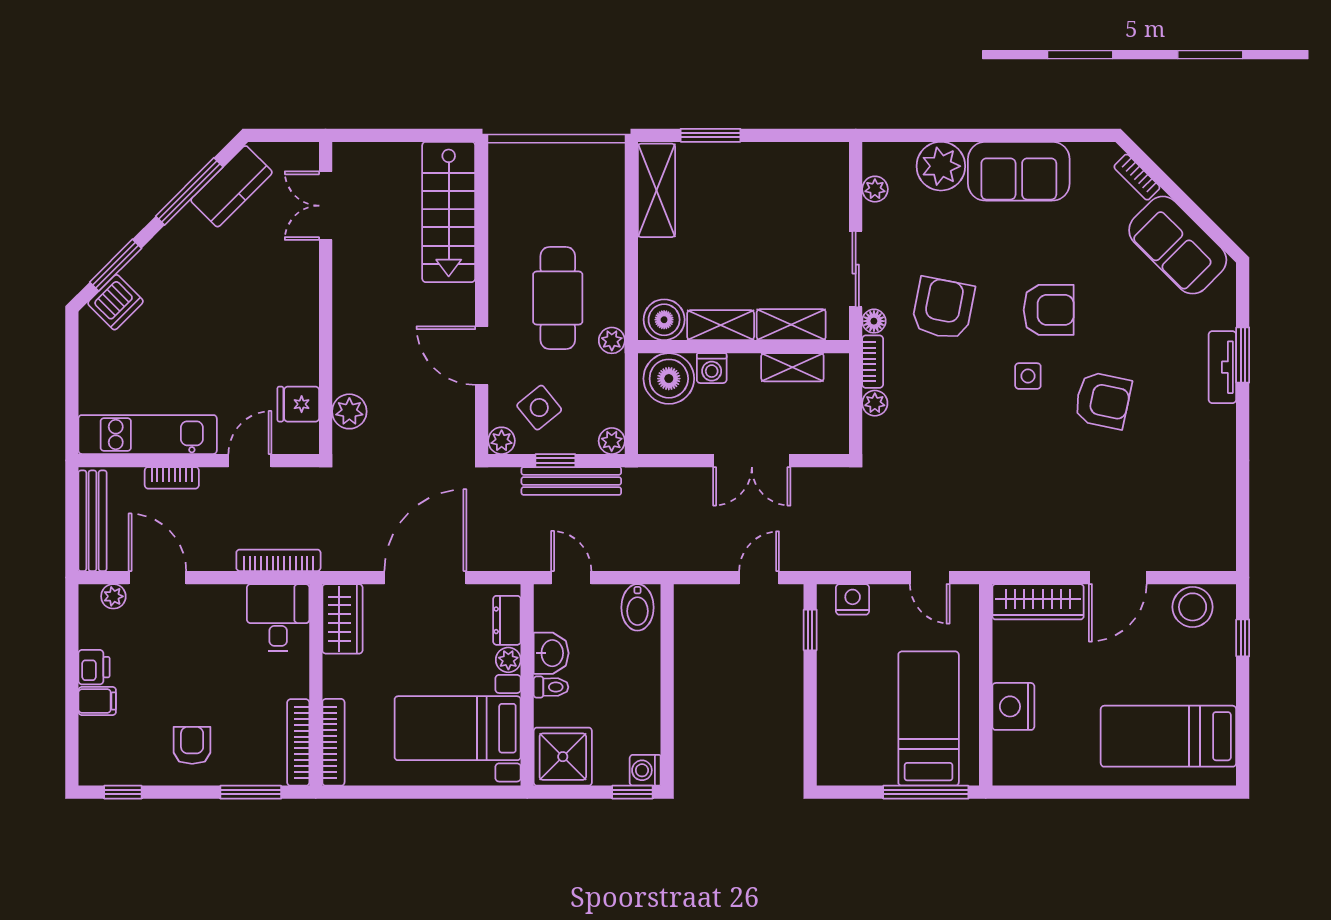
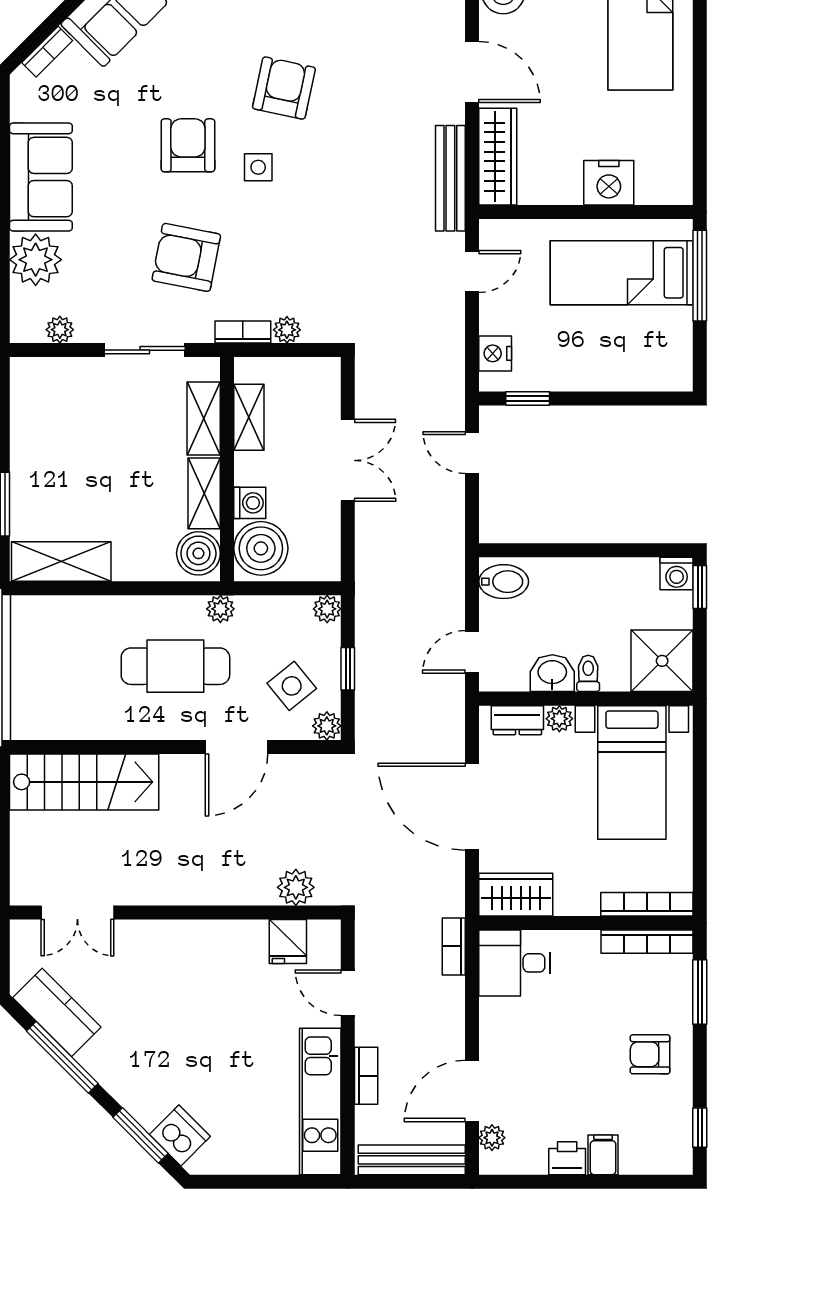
floor lamp: (874, 321) -> (200, 331), removed
bench: (571, 481) -> (450, 178), moved
bookcase: (278, 560) -> (454, 946), width x0.64

